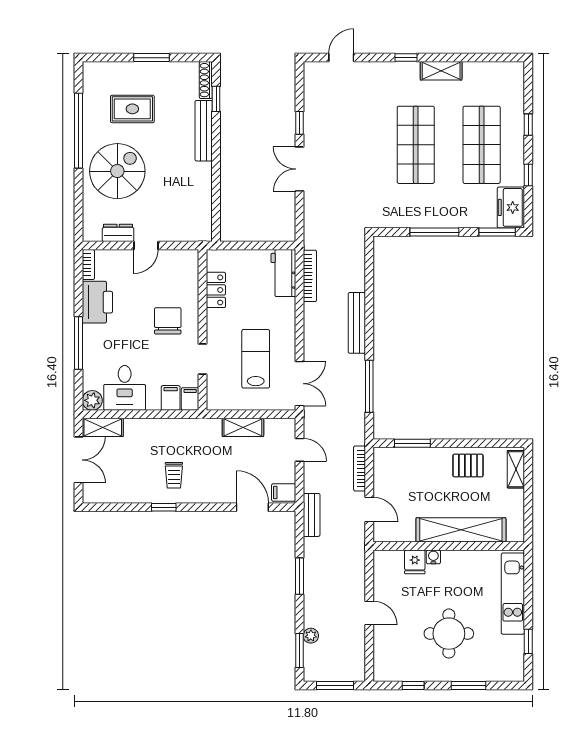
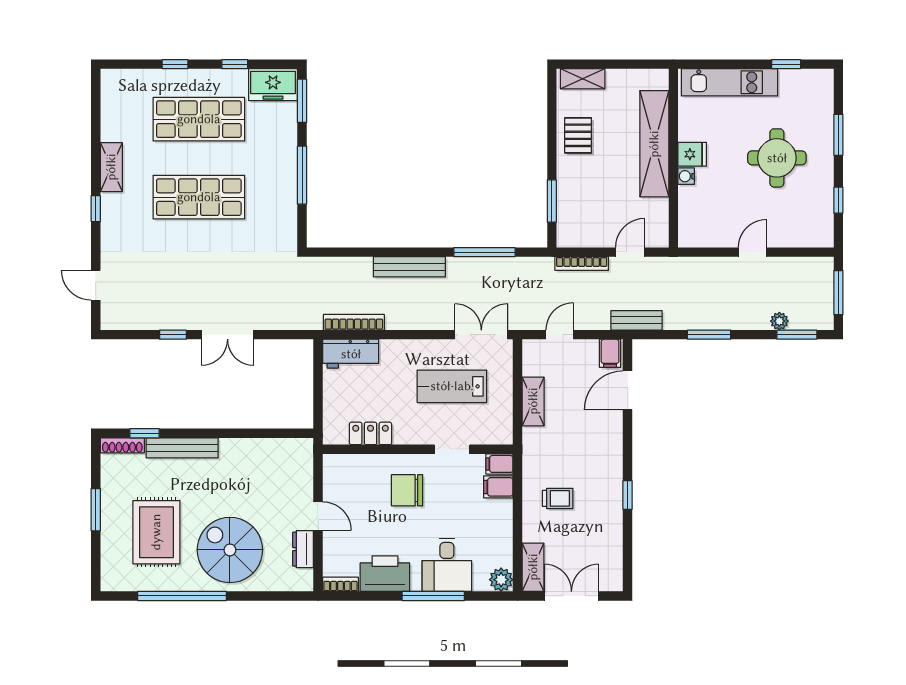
rug: (132, 109) -> (156, 532), width x1.36, depth x1.43
desk: (125, 388) -> (447, 565), moved, turned 90
trolley: (174, 475) -> (558, 498), moved
fridge: (415, 562) -> (692, 154), moved

